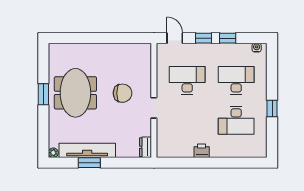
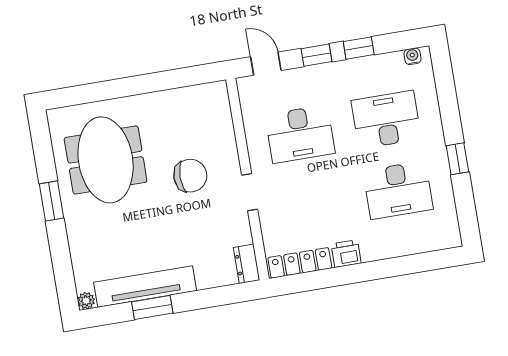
desk: (187, 80) -> (300, 134), turned 180
meeting table: (75, 93) -> (106, 160), moved
locker: (175, 152) -> (300, 263), added

